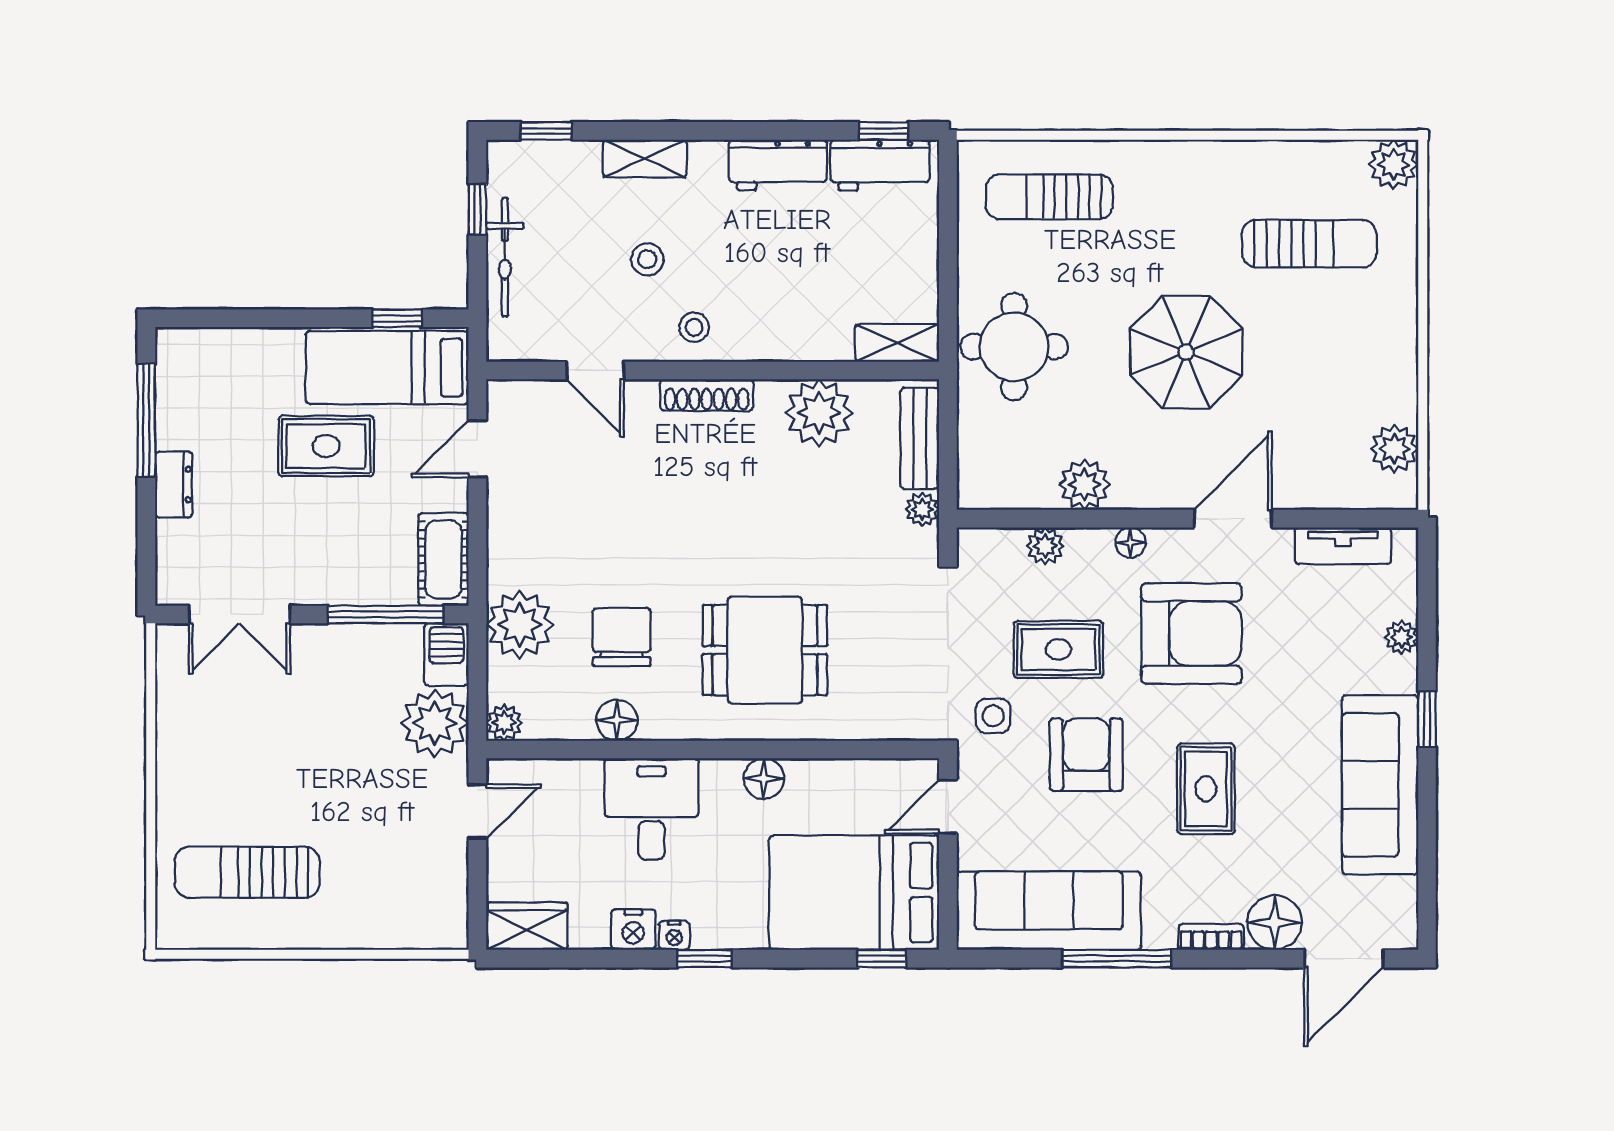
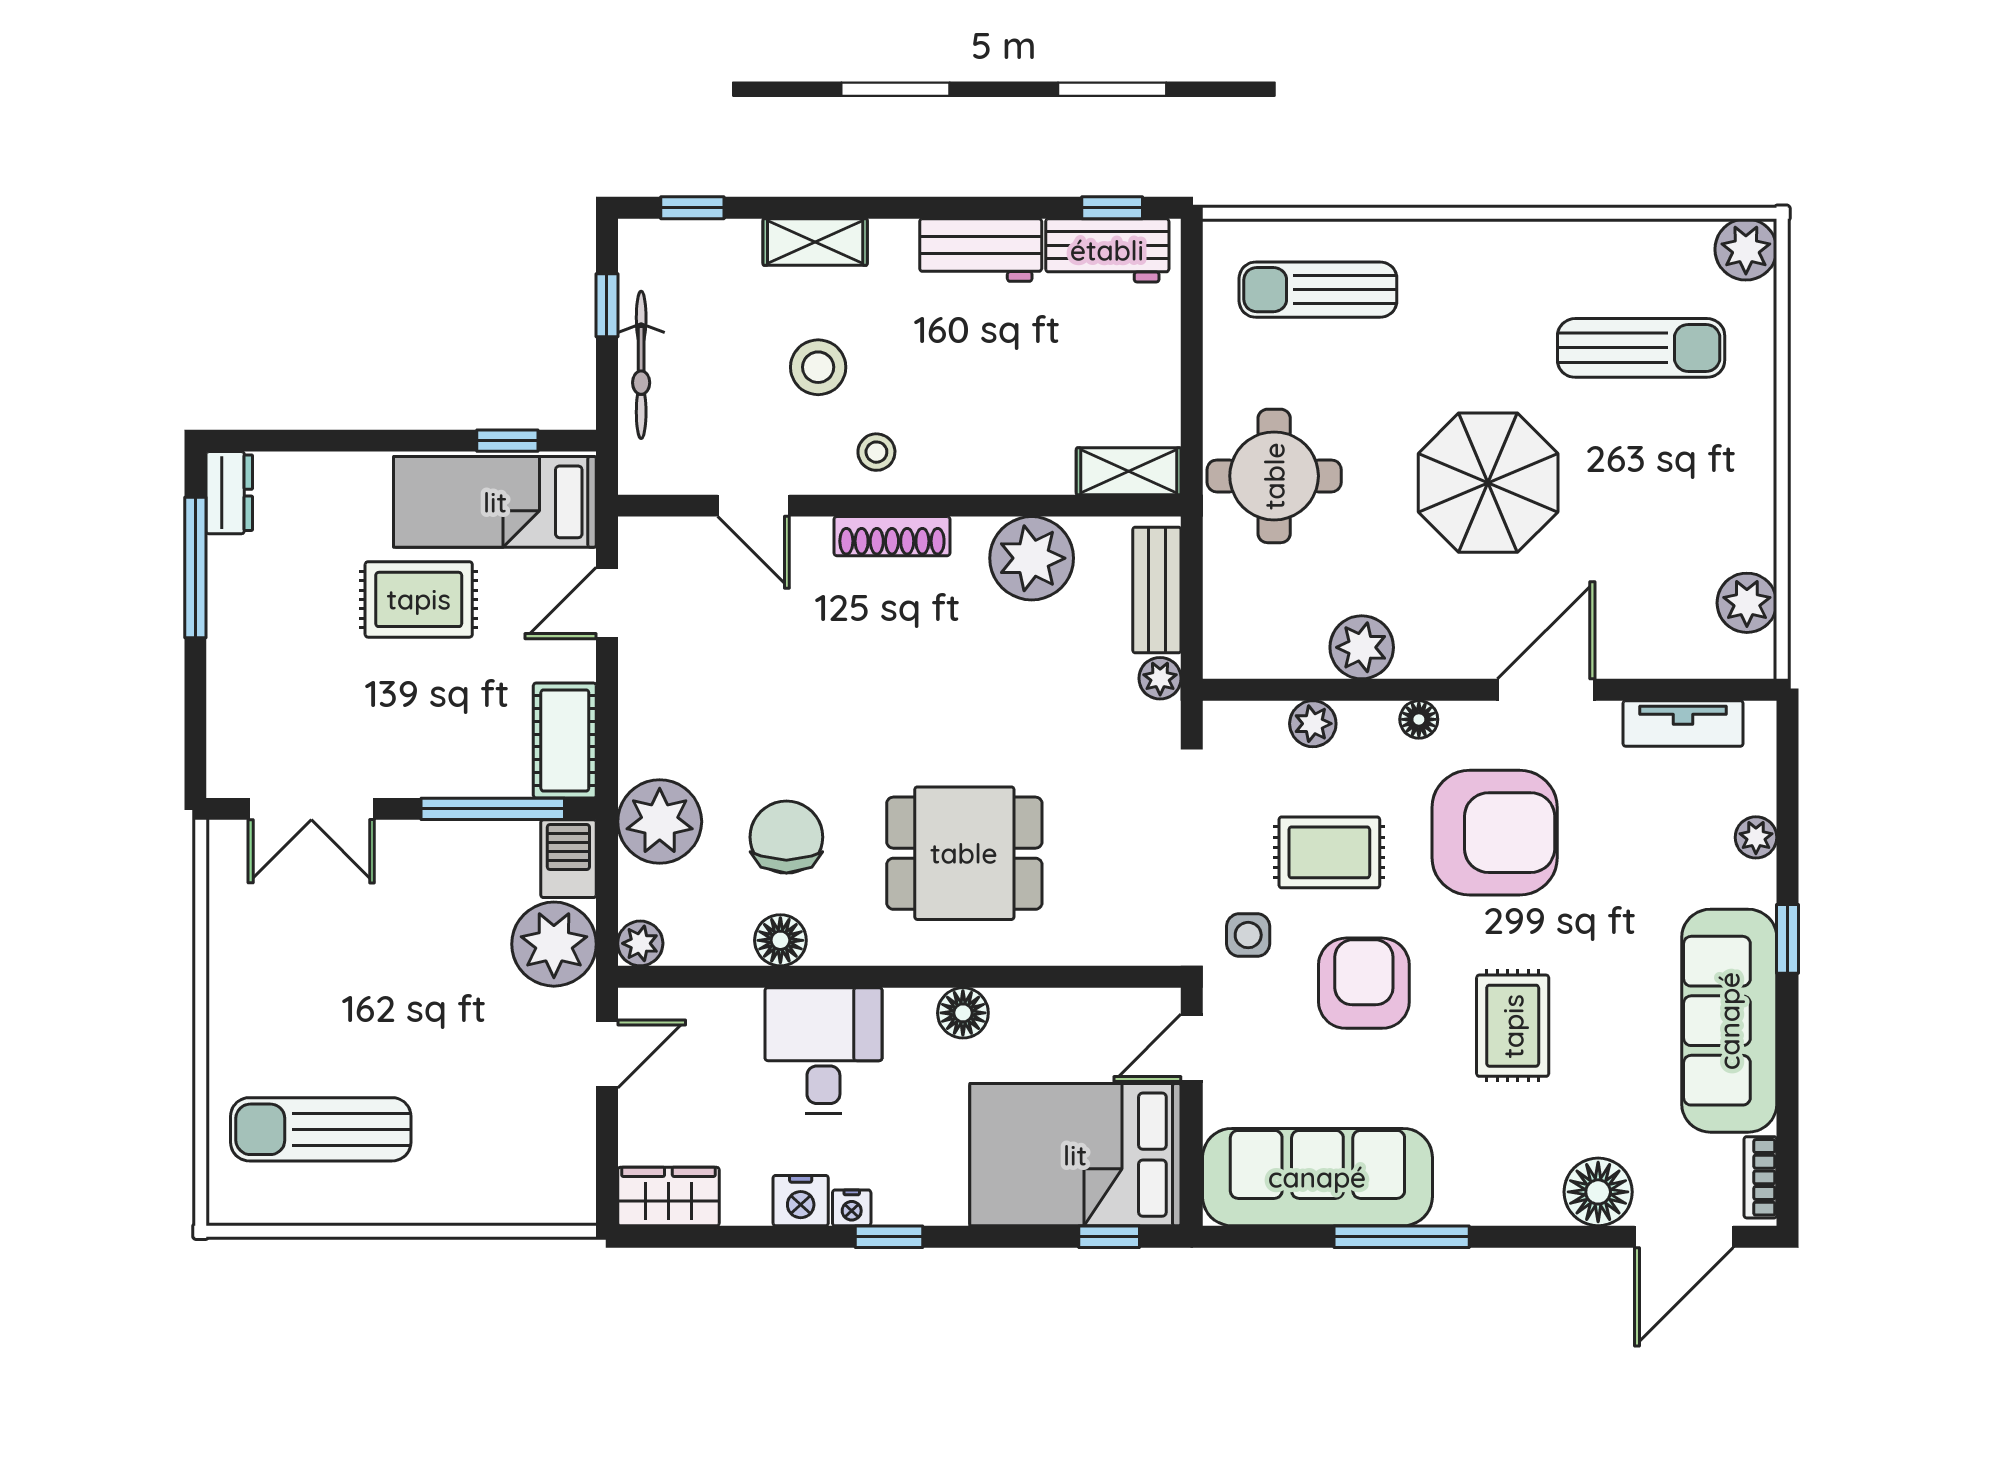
stool: (647, 259) -> (818, 367), width x1.37, depth x1.37
dresser: (174, 485) -> (229, 493), moved
bookcase: (1211, 937) -> (1760, 1177), moved, turned -90

